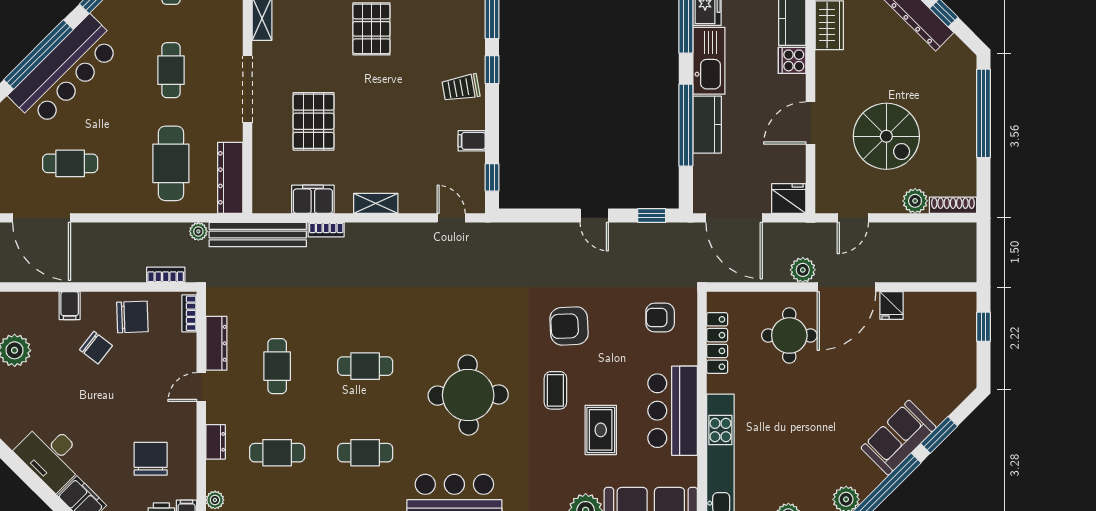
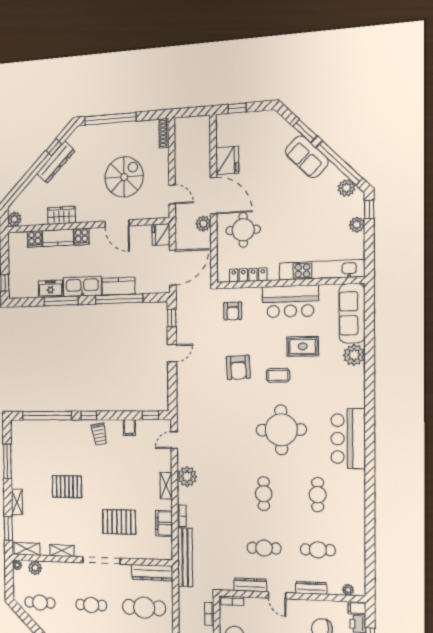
plant: (915, 201) -> (162, 157), removed
plant: (198, 231) -> (187, 476), moved, width x1.87, depth x1.87
fridge: (892, 306) -> (227, 160), width x1.88, depth x1.34
dresser: (216, 442) -> (311, 588), width x1.44
cafe table: (277, 453) -> (318, 550), turned 90

